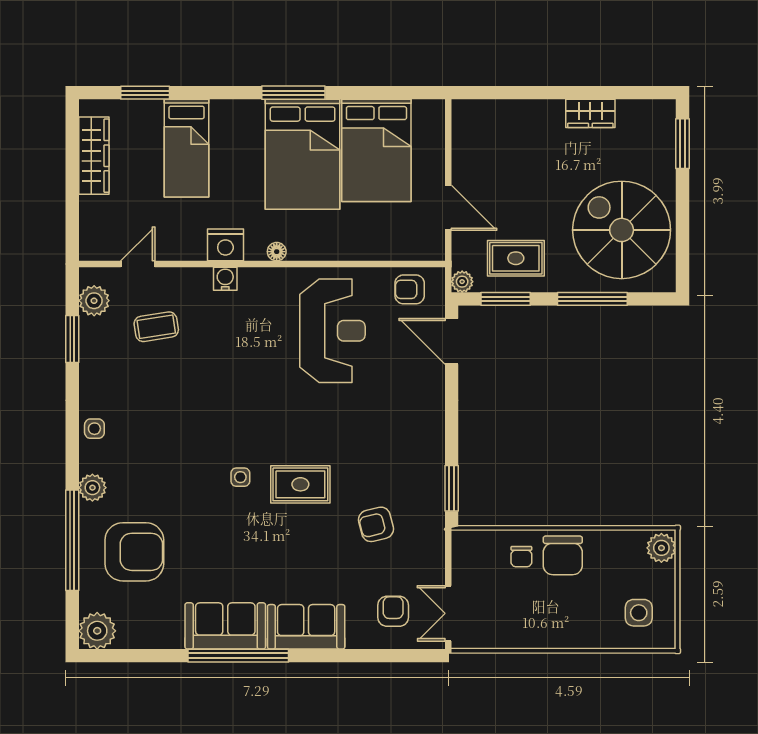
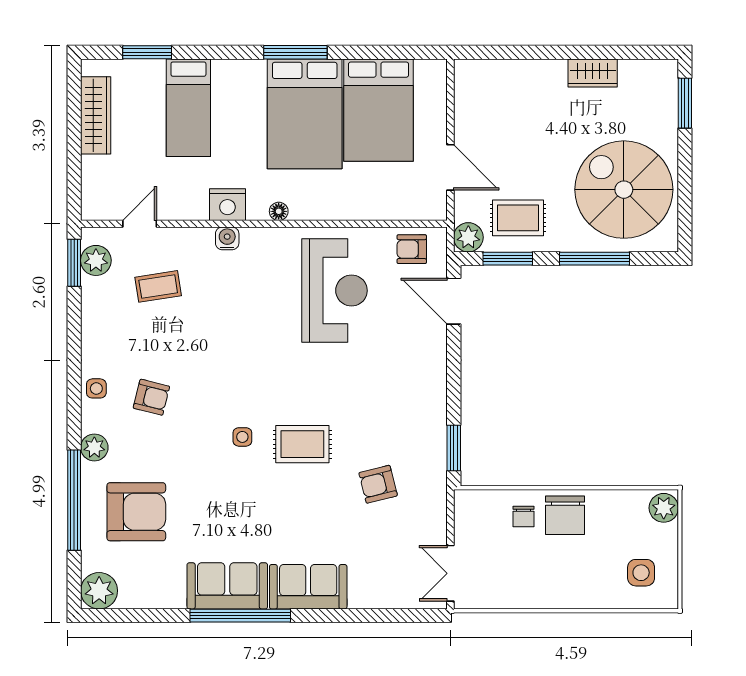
plant: (462, 282) -> (468, 237), width x1.38, depth x1.38
window: (72, 339) -> (74, 263), moved
armchair: (393, 611) -> (151, 397), moved, turned 104

